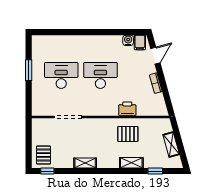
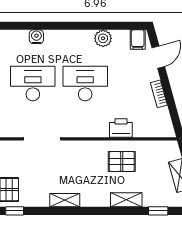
water cooler: (128, 40) -> (36, 37), moved
plant: (114, 42) -> (103, 38), added

